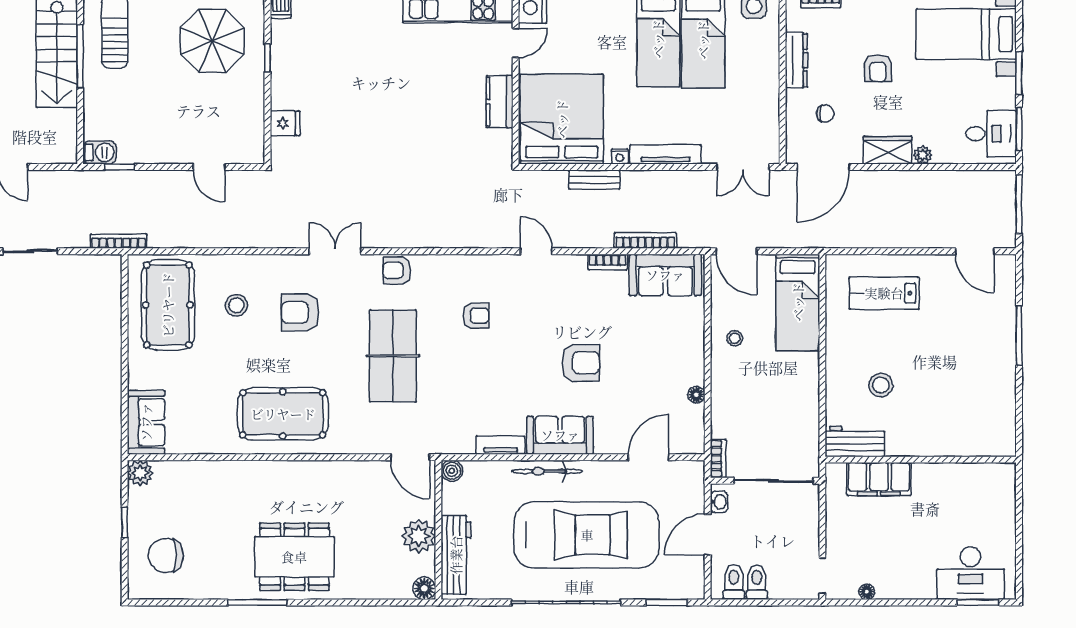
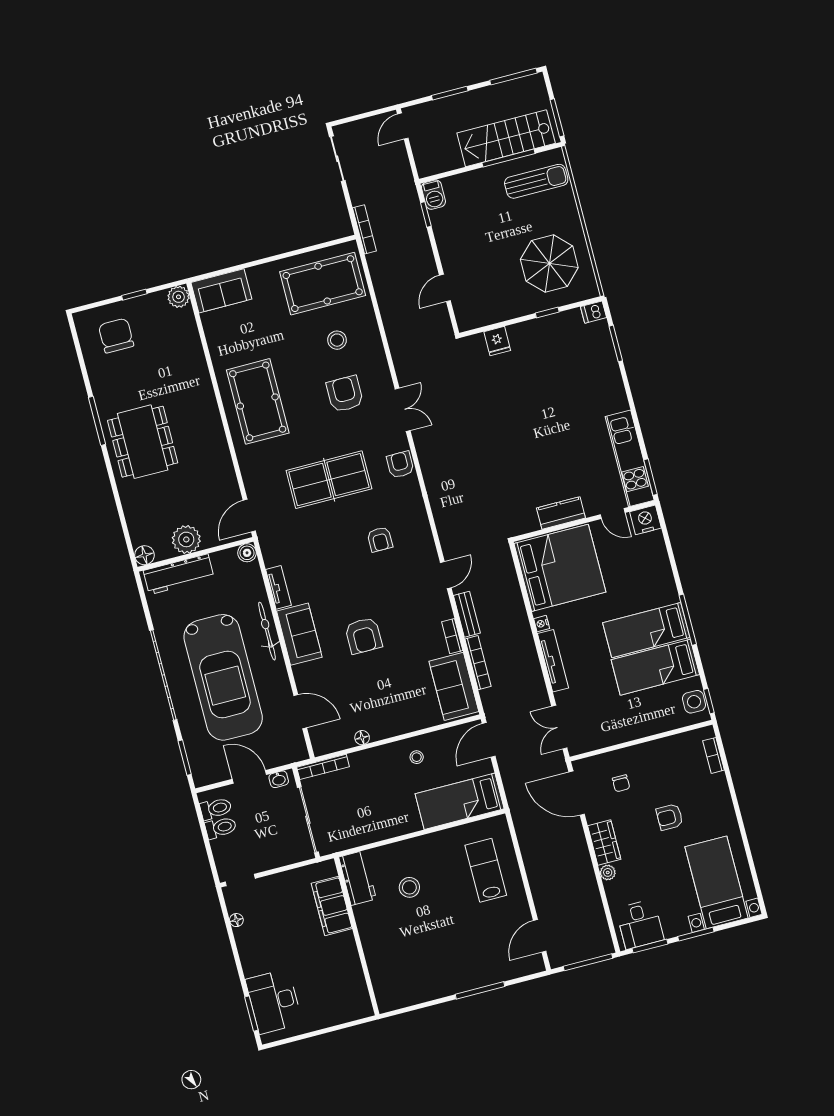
dresser: (796, 60) -> (659, 748), removed
bench: (594, 180) -> (467, 614), moved
bookcase: (718, 459) -> (323, 767), width x1.56

